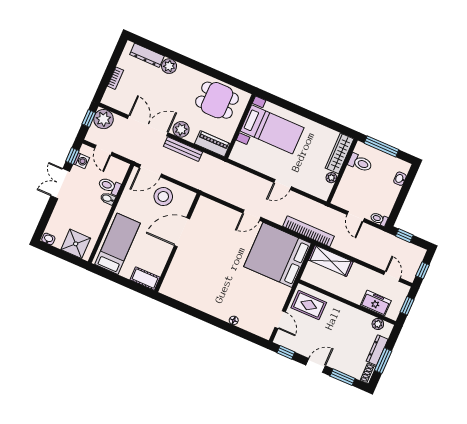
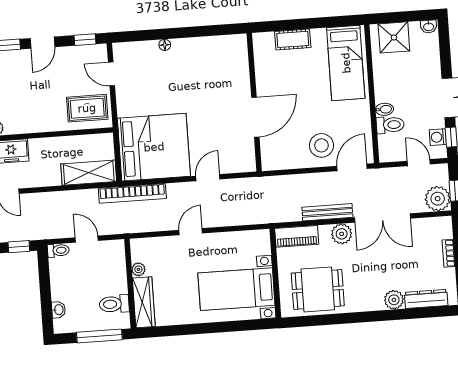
door: (182, 232) -> (255, 117), moved
wall: (177, 243) -> (254, 102), moved

